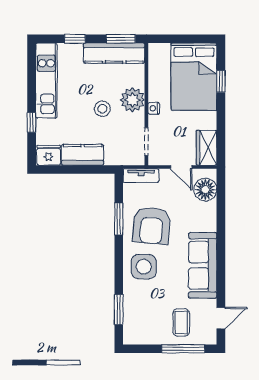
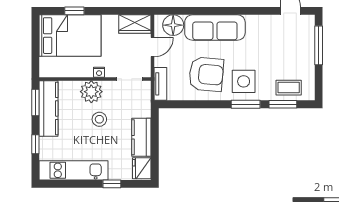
window: (119, 219) -> (246, 104), moved
sofa: (203, 265) -> (215, 28), moved
coffee table: (181, 322) -> (289, 88), moved

